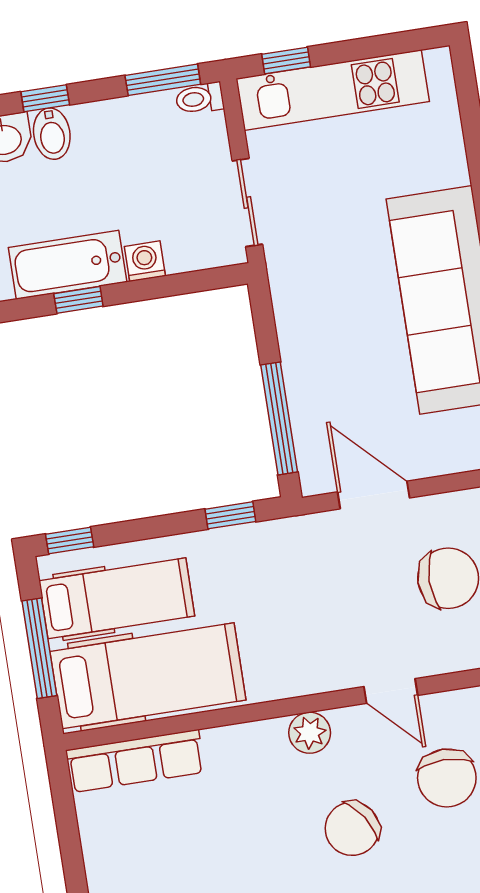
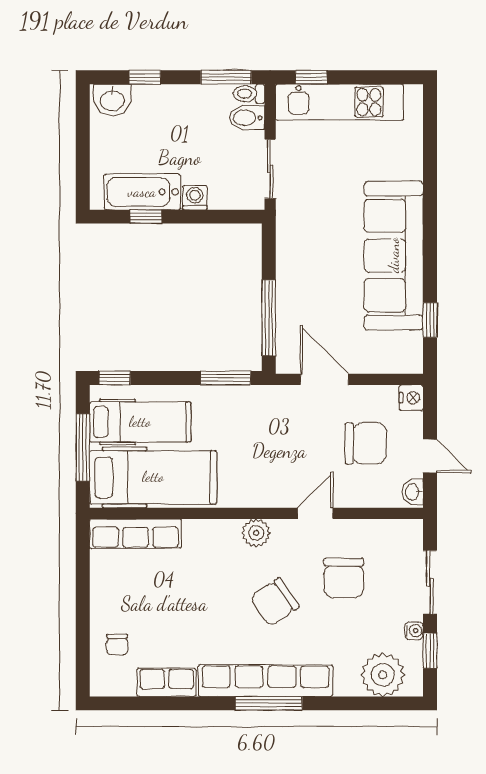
bidet: (52, 134) -> (247, 118), moved, turned 90
window: (230, 515) -> (226, 378), width x1.50
door: (391, 691) -> (315, 513), swing flipped

